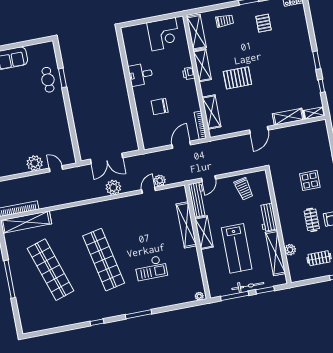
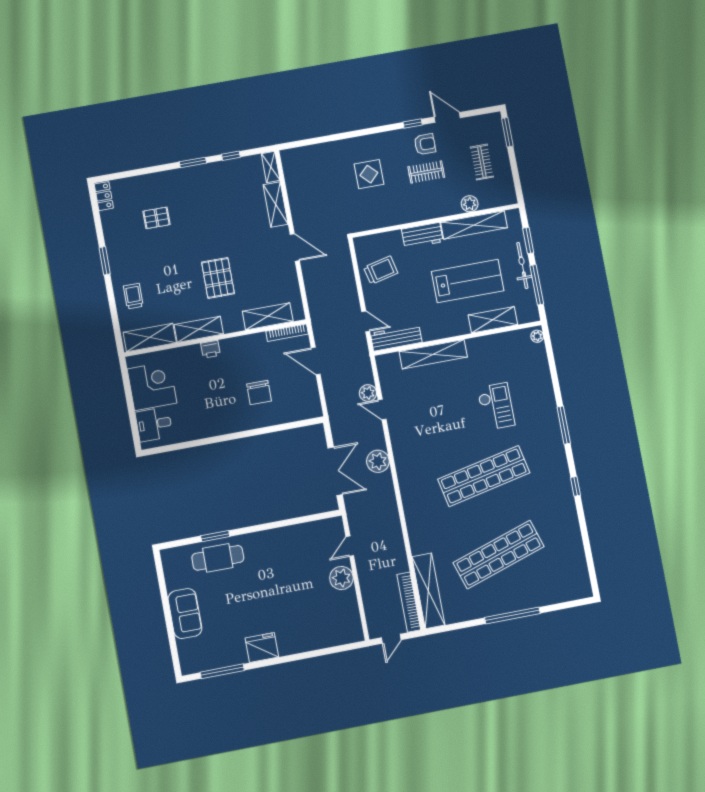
pallet: (264, 23) -> (156, 218), moved
desk: (141, 75) -> (154, 424), moved, turned 90
cafe table: (48, 80) -> (218, 558), width x1.37, depth x1.35
shelving: (204, 233) -> (493, 320), moved

